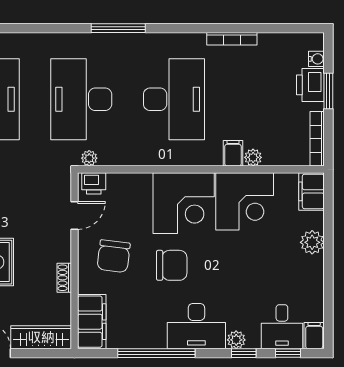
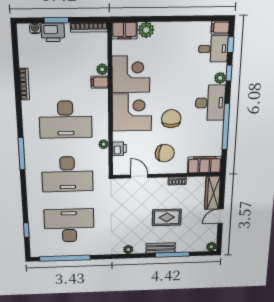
desk: (174, 99) -> (66, 120), turned 180
plant: (89, 158) -> (104, 144), moved
printer: (94, 183) -> (119, 149), moved
plant: (312, 242) -> (146, 30), moved

